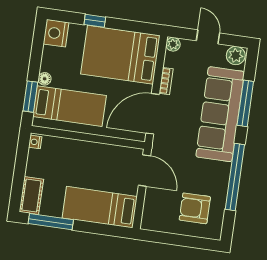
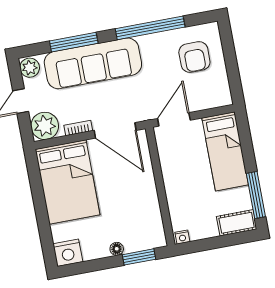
window: (95, 21) -> (43, 219), removed
plant: (173, 44) -> (45, 126), width x1.87, depth x1.87
bed: (70, 106) -> (135, 215), removed

